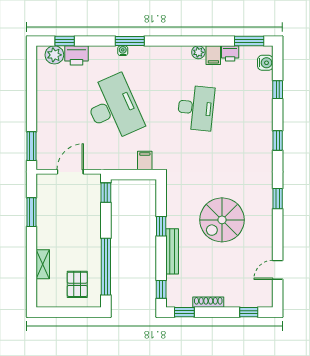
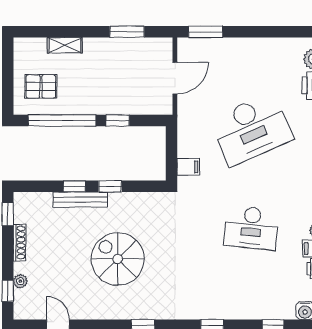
door: (70, 172) -> (175, 78), hinge flipped
window: (106, 193) -> (118, 120), moved
window: (161, 289) -> (74, 186), moved
plant: (241, 302) -> (20, 281), added

